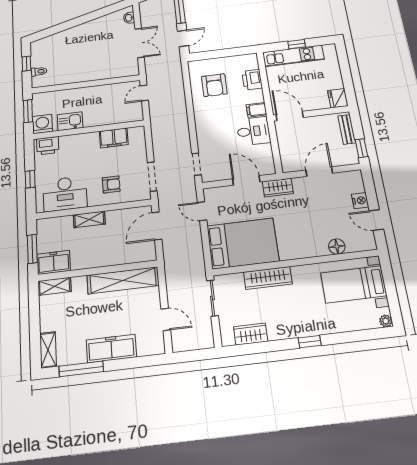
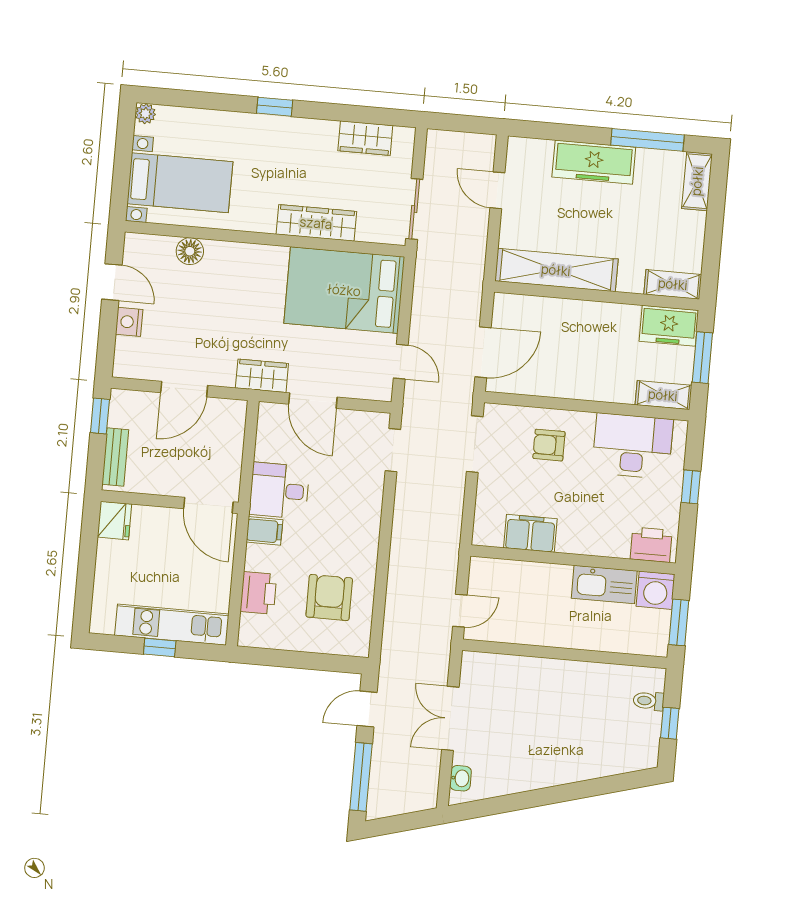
kitchen sink: (70, 121) -> (604, 584), width x1.38
shelving: (89, 219) -> (663, 395), moved

